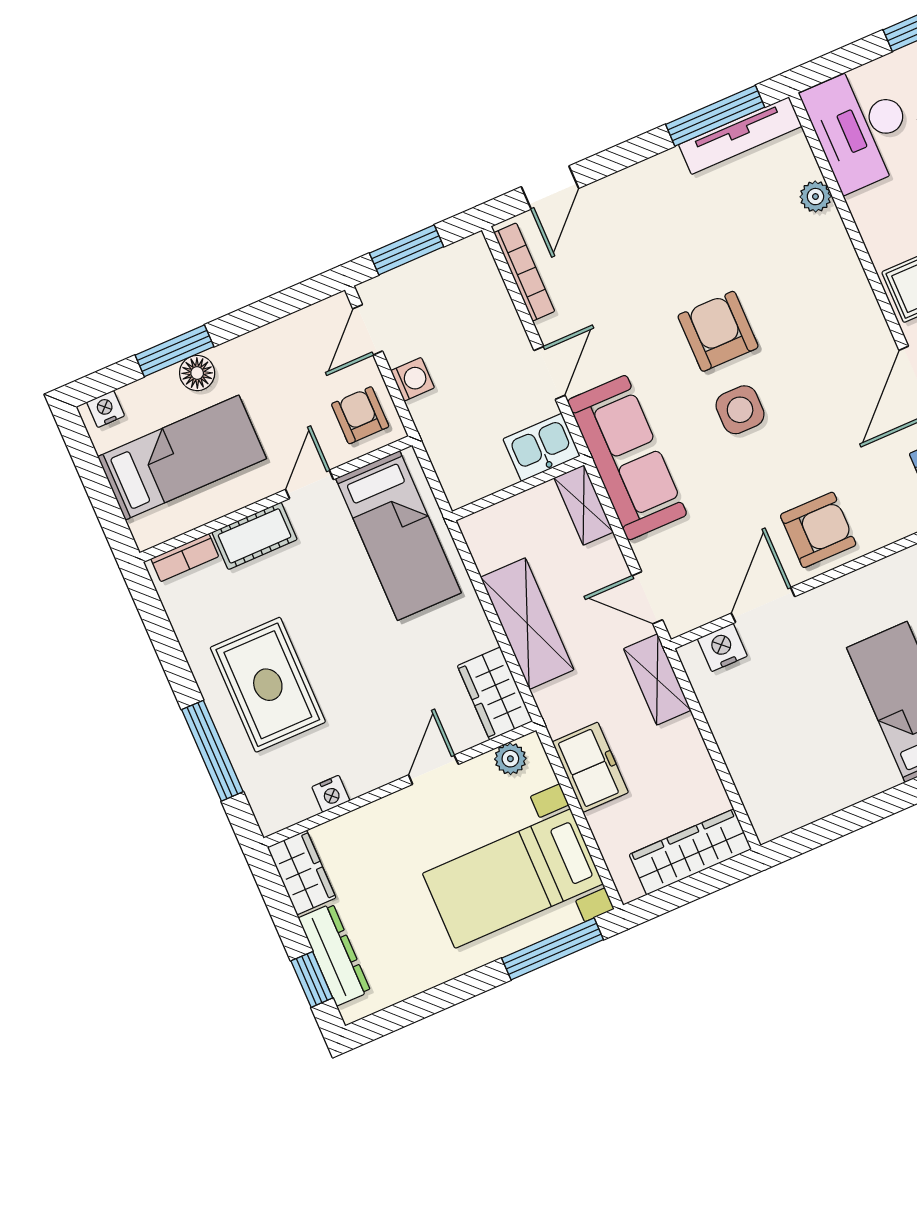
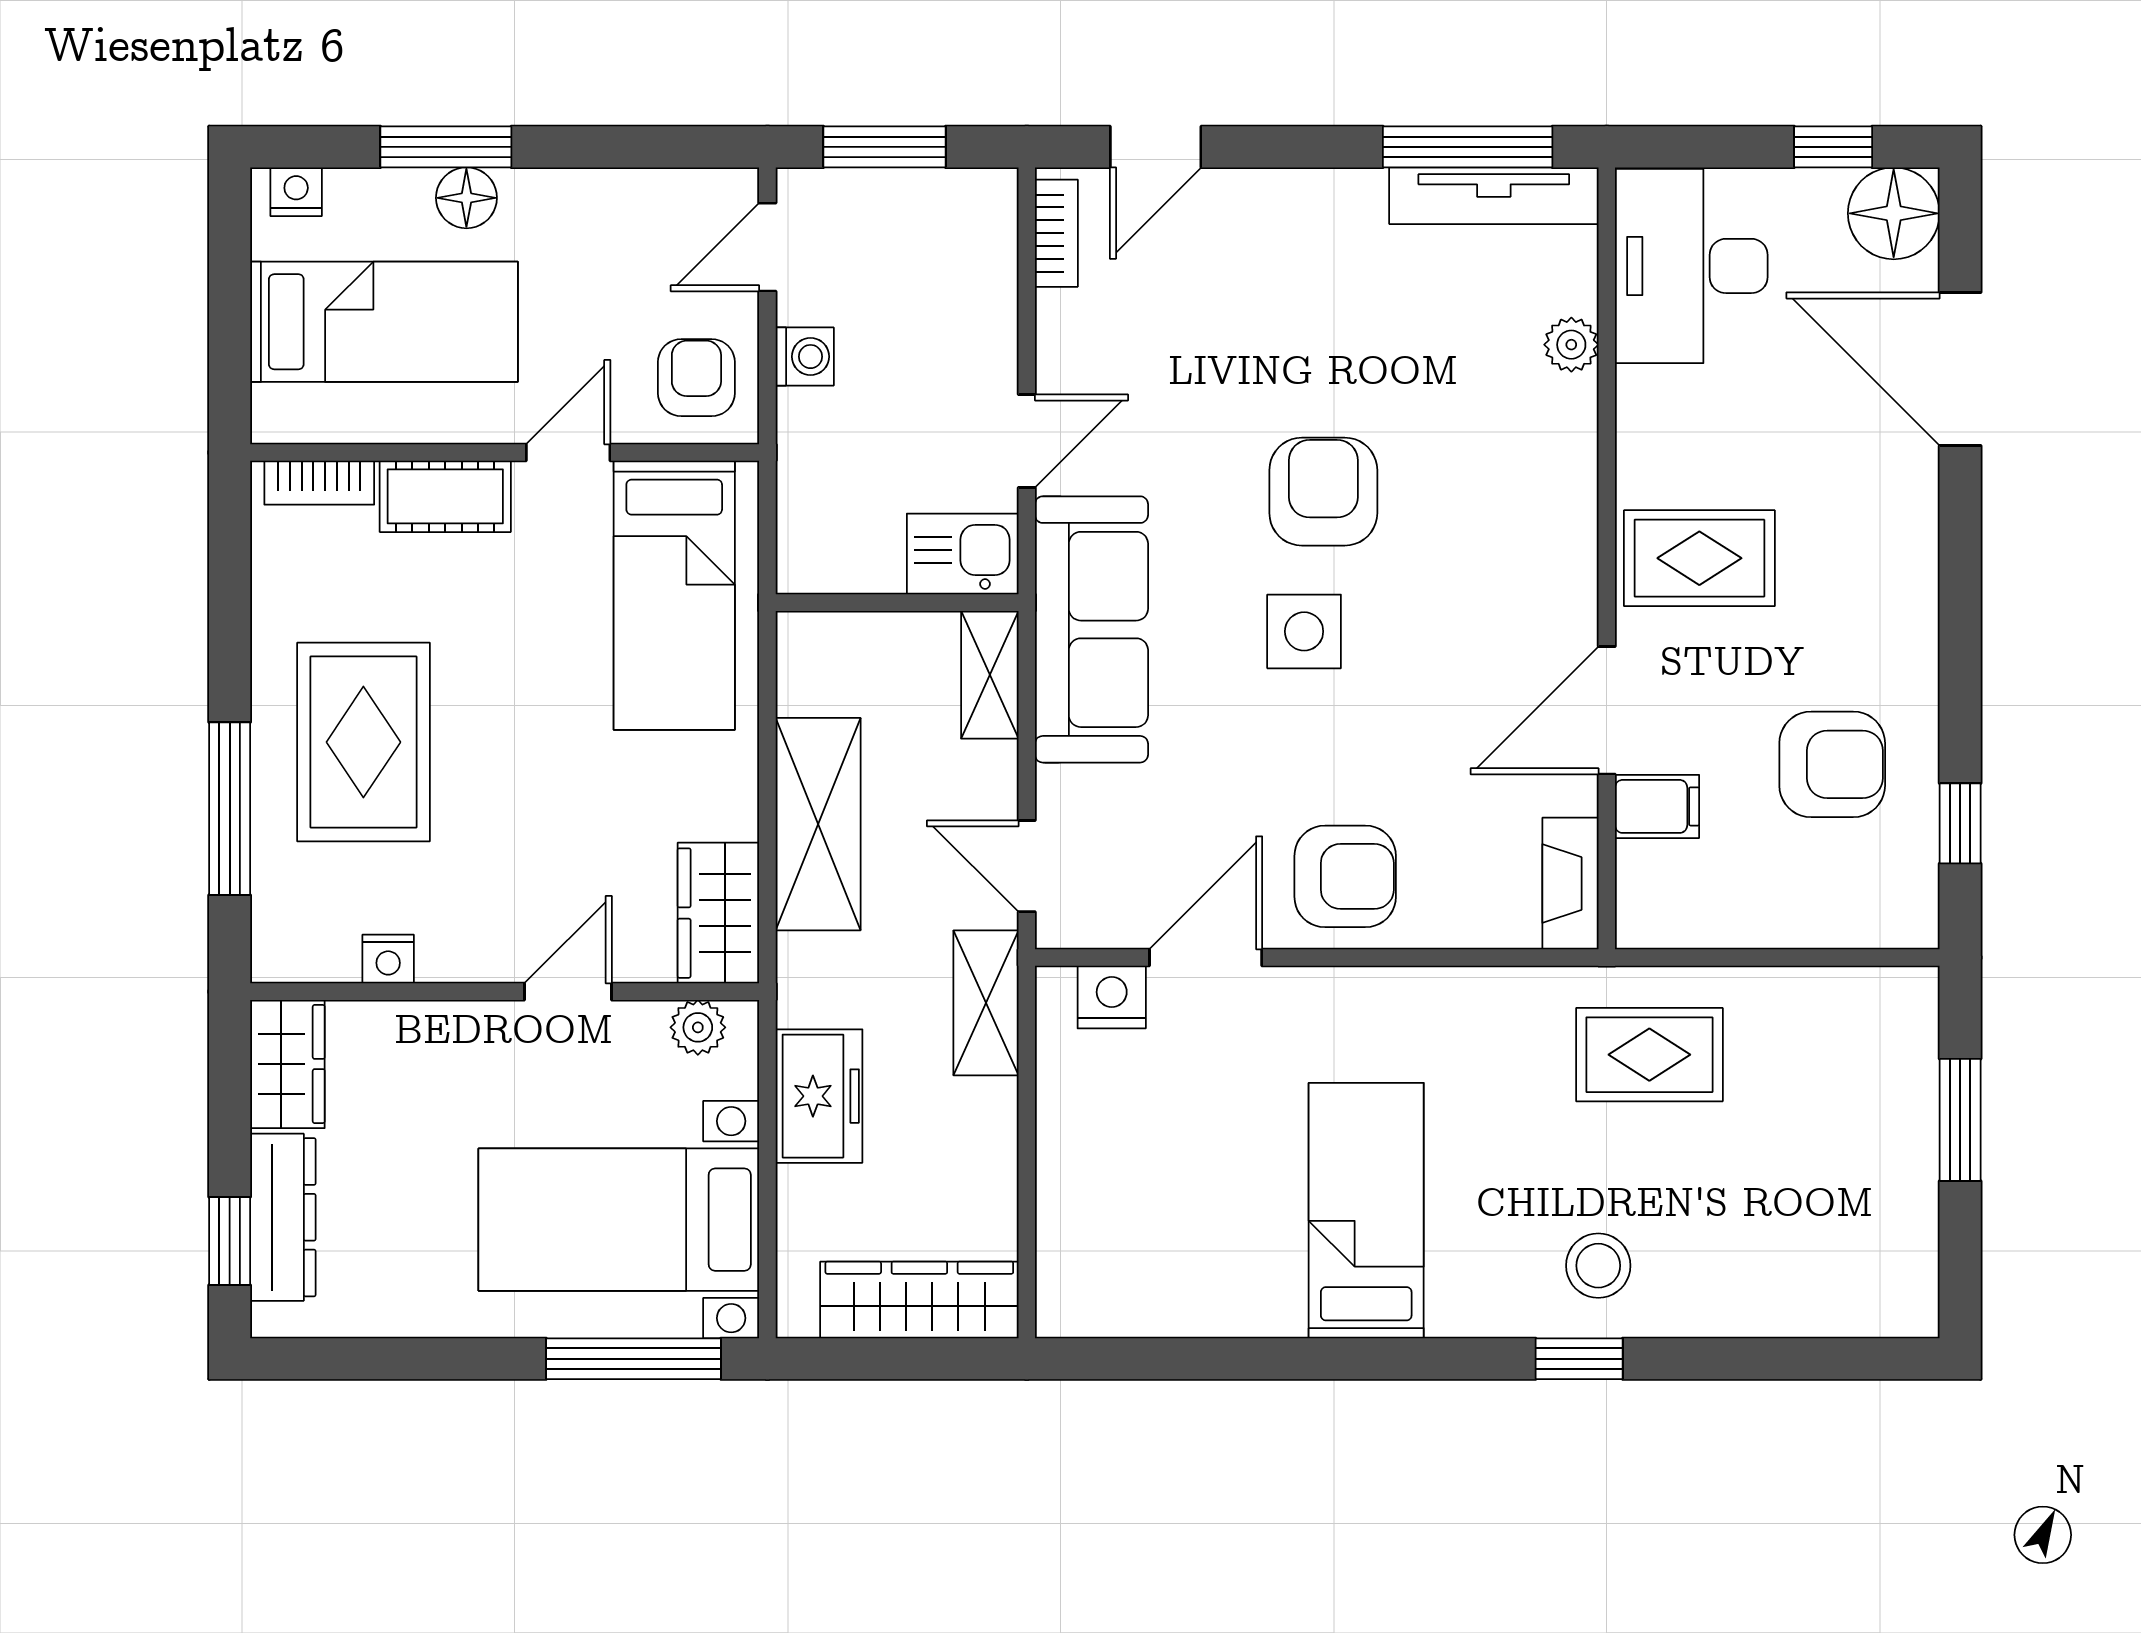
bookcase: (524, 272) -> (1056, 233), width x0.64

